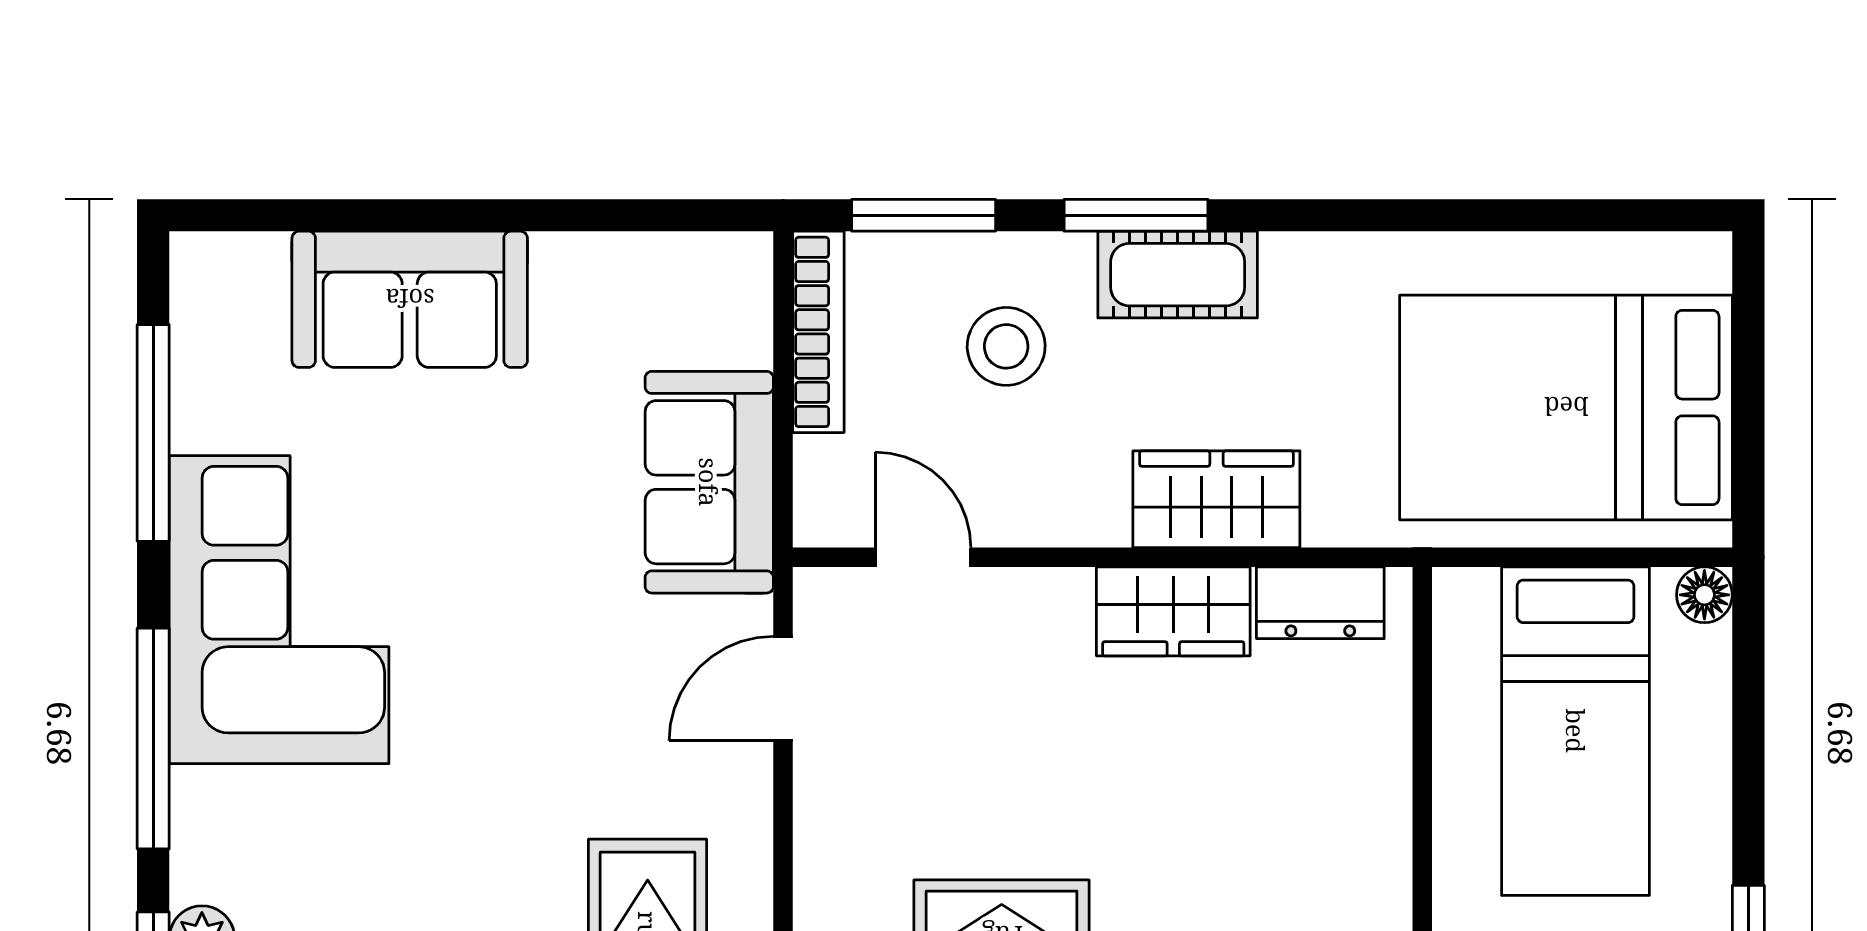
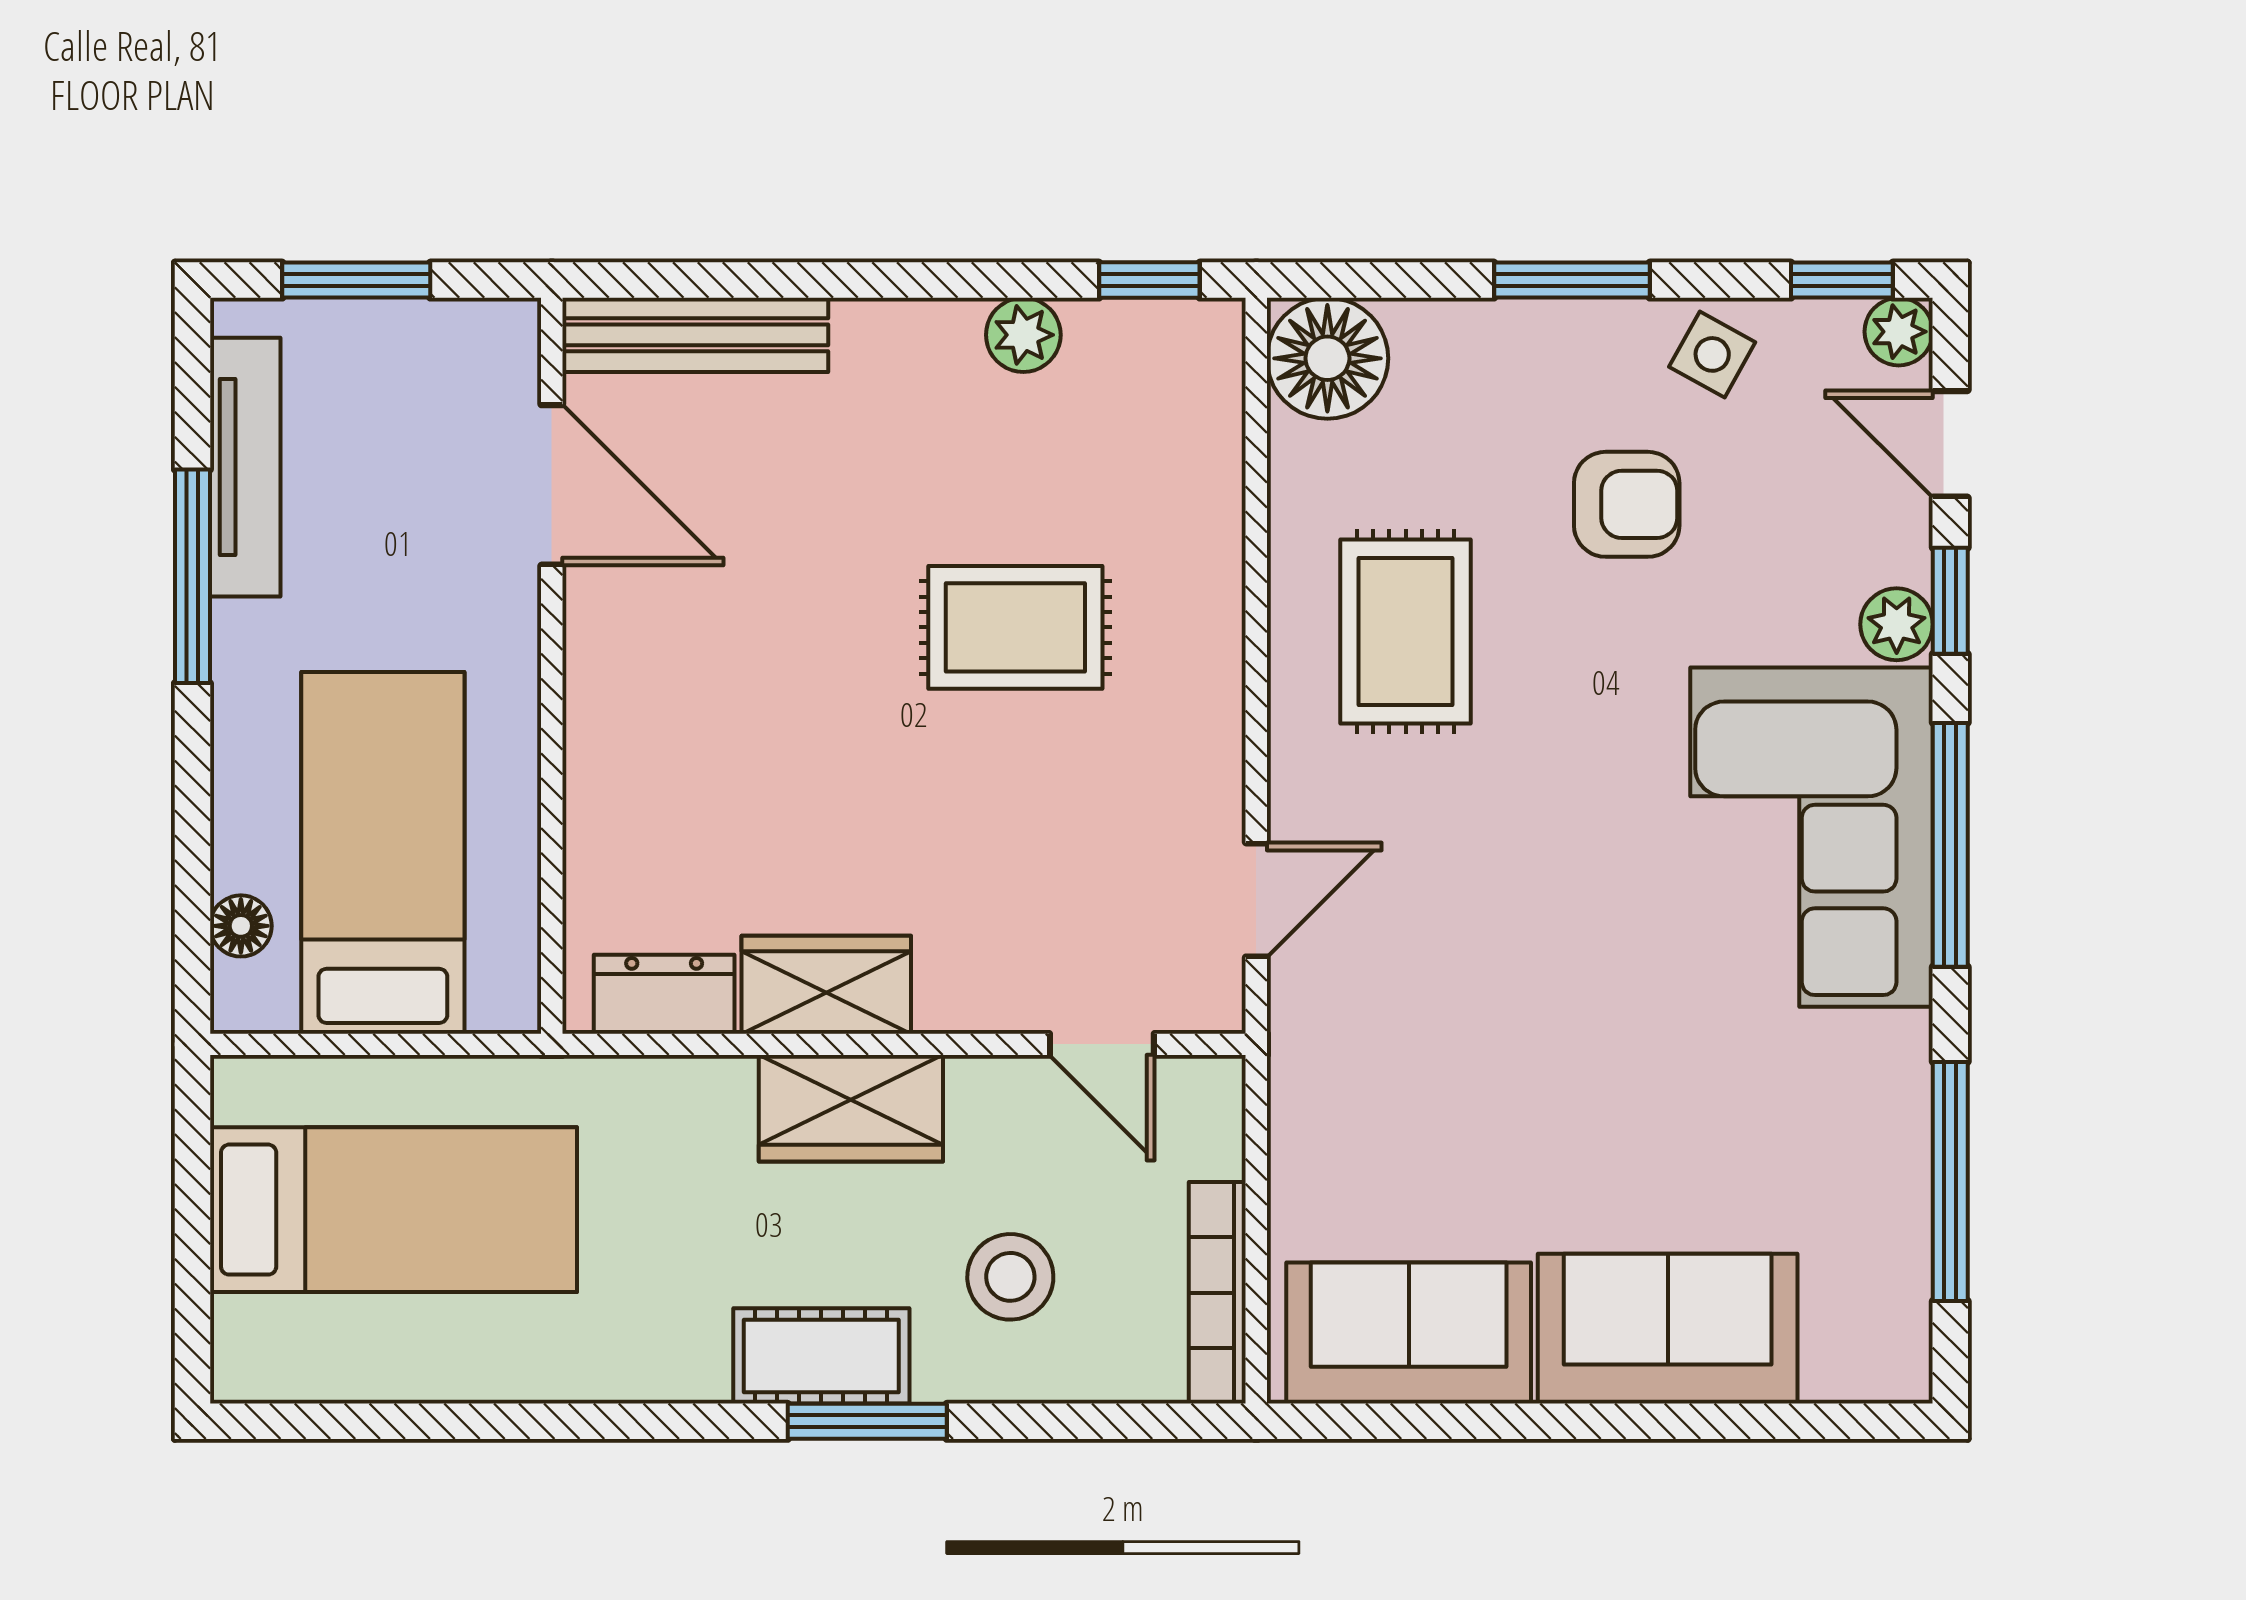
window: (924, 215) -> (1101, 1421), removed
bed: (1566, 407) -> (393, 1210), width x0.67
sofa: (709, 482) -> (1409, 1333), moved, turned -90
wardrobe: (1216, 499) -> (851, 1108), moved
floor lamp: (1704, 595) -> (241, 926), moved
corner sofa: (279, 610) -> (1812, 837), moved

